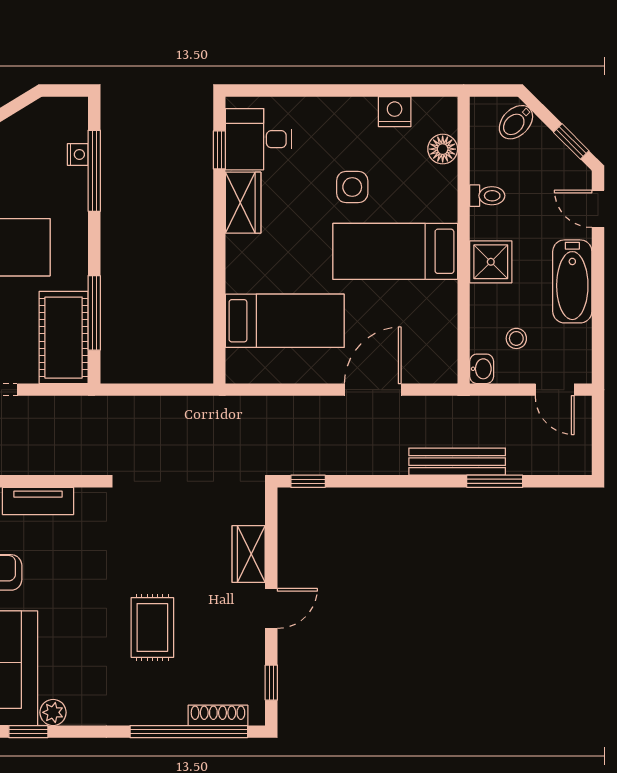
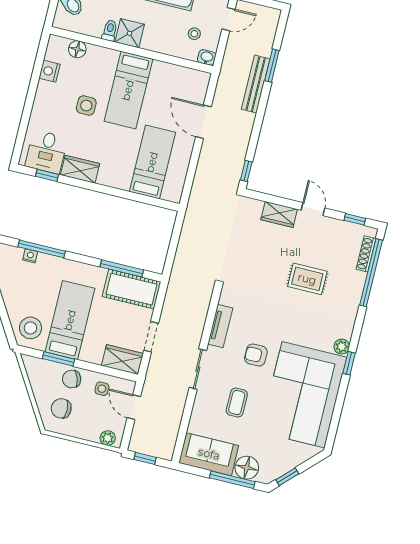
shower: (491, 262) -> (130, 33), moved

